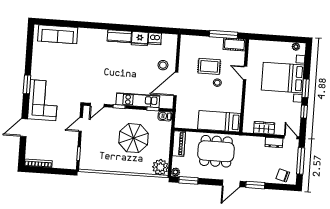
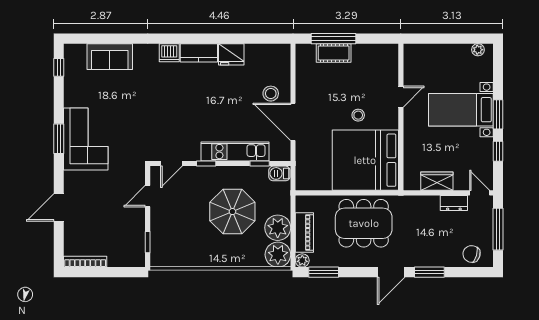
sofa: (58, 34) -> (110, 57), width x0.73
window: (223, 34) -> (333, 39), moved
window: (30, 39) -> (59, 67), added
dishwasher: (155, 39) -> (169, 53), moved
cot: (234, 44) -> (334, 53), moved
rug: (209, 66) -> (344, 90), removed
door: (245, 73) -> (401, 97), swing flipped
bed with nightstands: (283, 78) -> (461, 110), width x0.73
door: (176, 84) -> (293, 122), hinge flipped
corner sofa: (43, 100) -> (86, 139), moved
bed: (219, 121) -> (365, 160), width x2.04
piano: (179, 144) -> (304, 232), moved
plant: (161, 150) -> (278, 228), added

